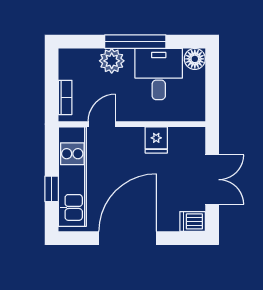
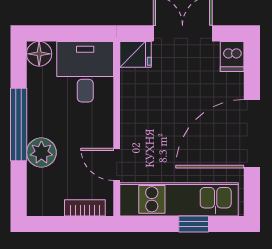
desk: (159, 74) -> (85, 72), moved, turned 90
fridge: (156, 140) -> (135, 54), moved
door: (128, 238) -> (252, 134), hinge flipped

